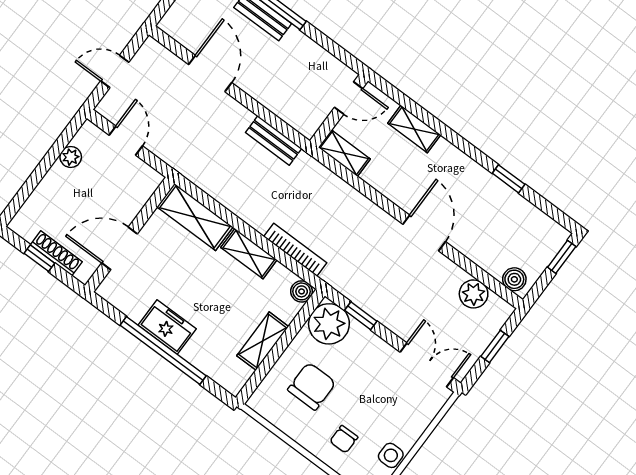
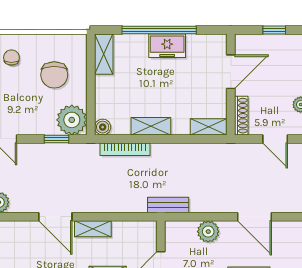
plant: (272, 95) -> (208, 232), added
bench: (274, 140) -> (168, 205), moved
shelving: (344, 153) -> (93, 229), moved
shelving: (195, 217) -> (209, 127), width x0.67, depth x0.75
shoe rack: (56, 253) -> (241, 116), moved, turned -90
shelving: (263, 341) -> (104, 54), moved

